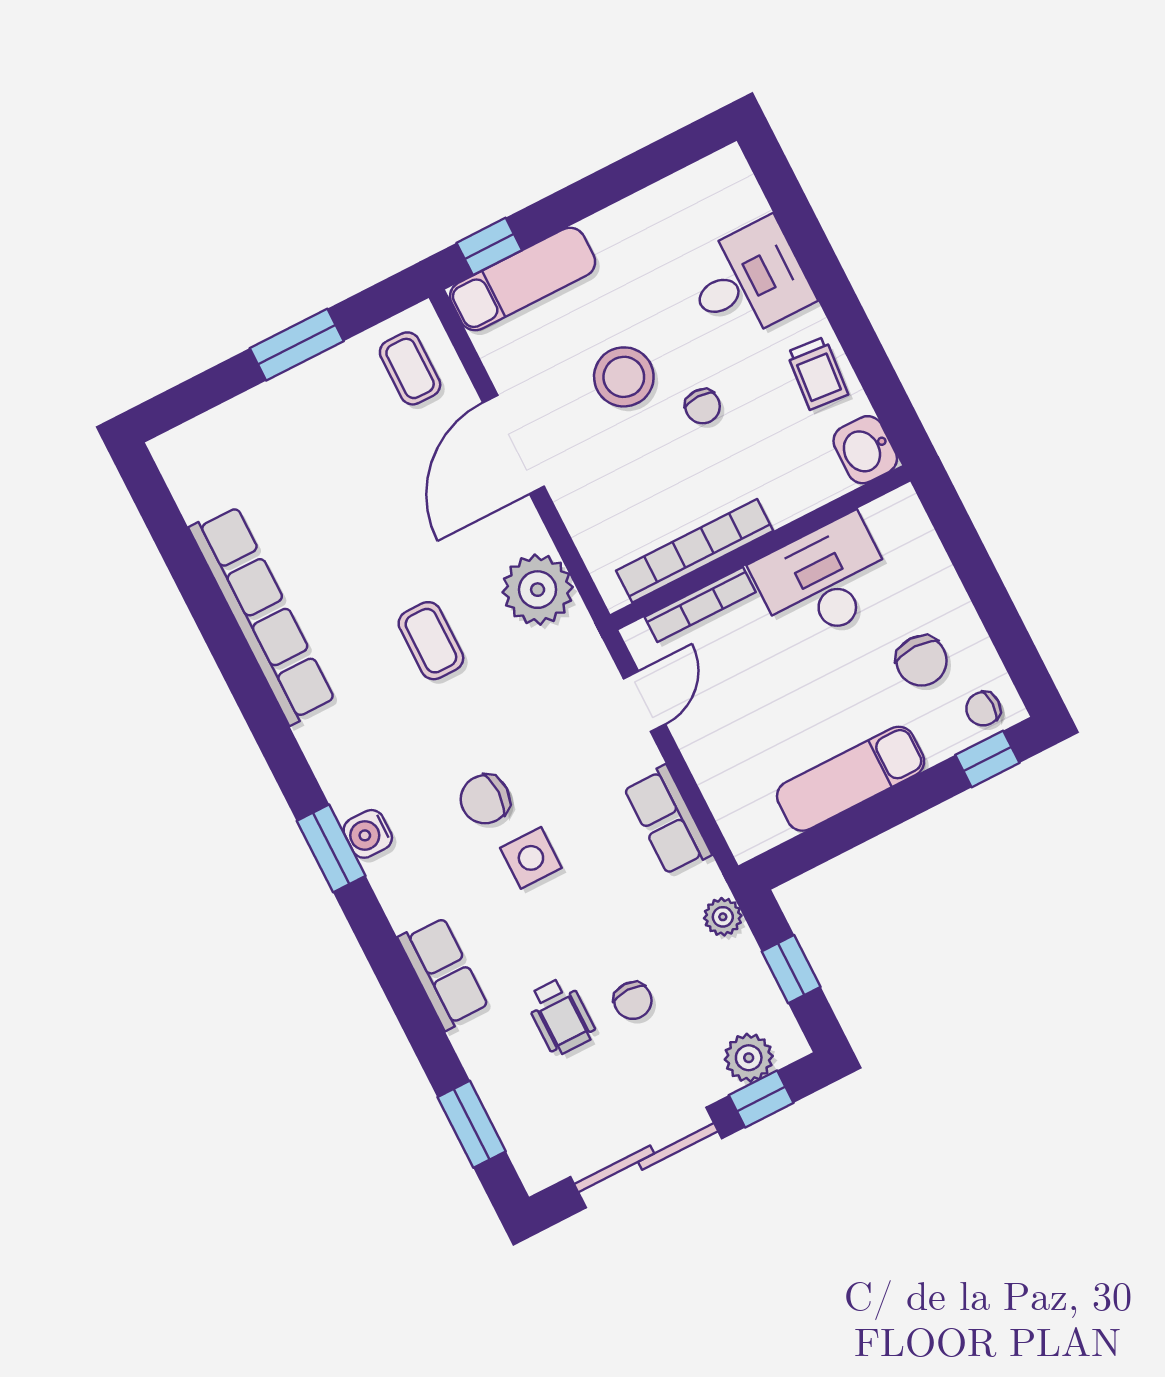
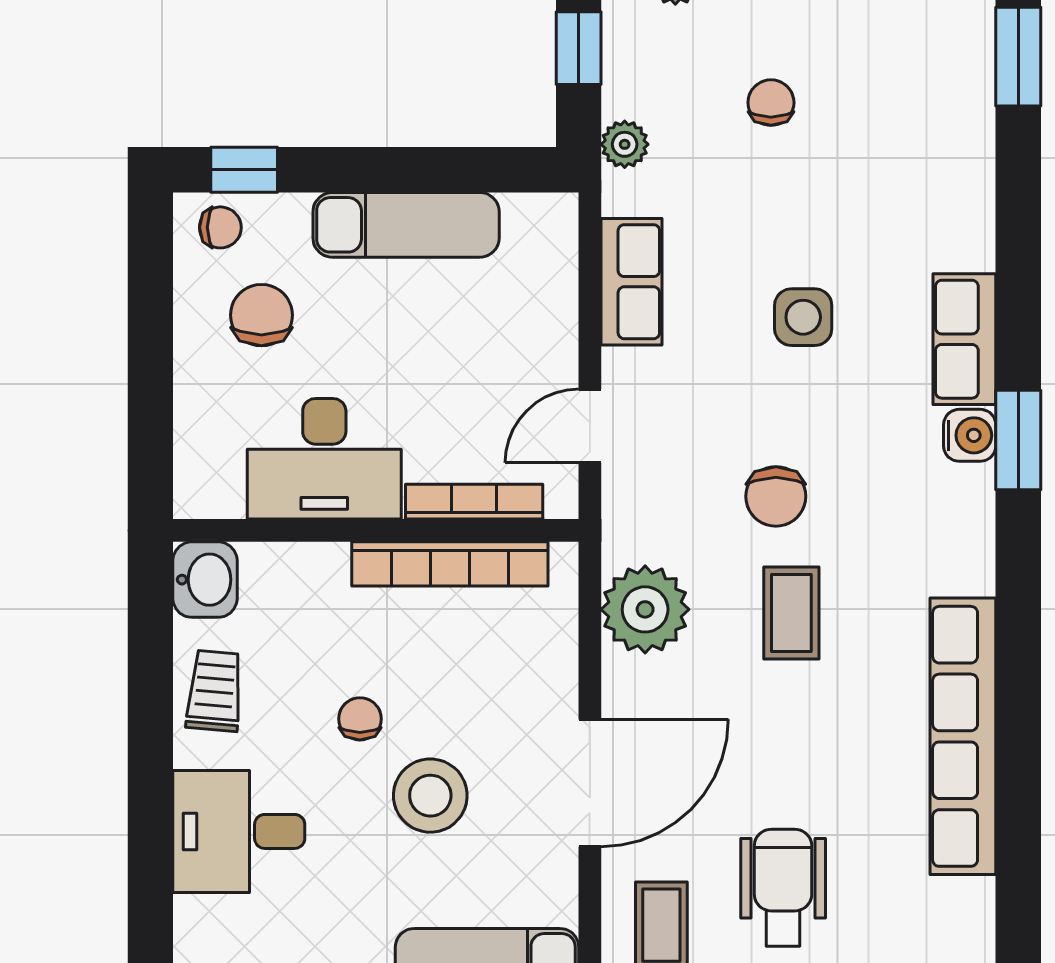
chair: (485, 799) -> (776, 496), moved, turned 90
row of seats: (443, 973) -> (964, 339), moved
wheelchair: (561, 1016) -> (783, 888), moved, width x1.36, depth x1.37

